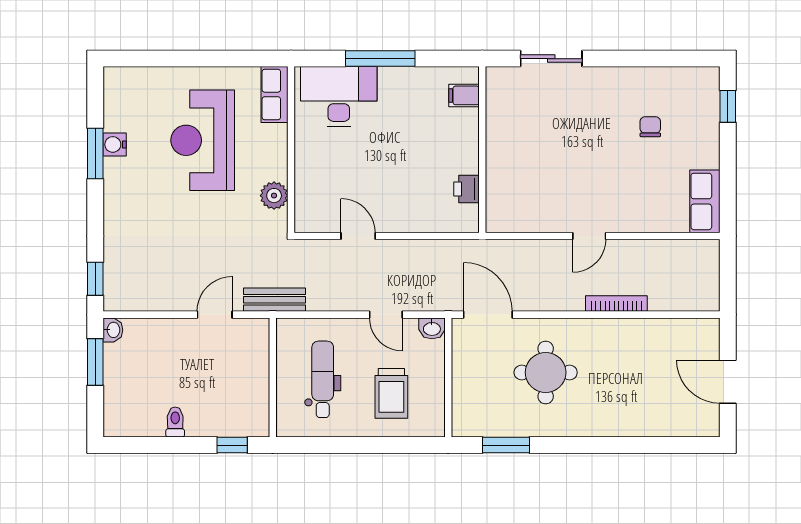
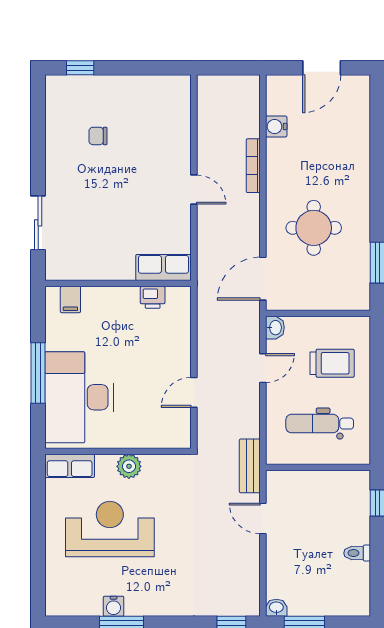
desk: (339, 96) -> (79, 397), width x1.36, depth x1.30
reception desk: (203, 140) -> (110, 529), turned 180
plant: (274, 196) -> (129, 466), moved
row of seats: (705, 201) -> (164, 267), moved, turned 180
water cooler: (661, 330) -> (276, 126), added

